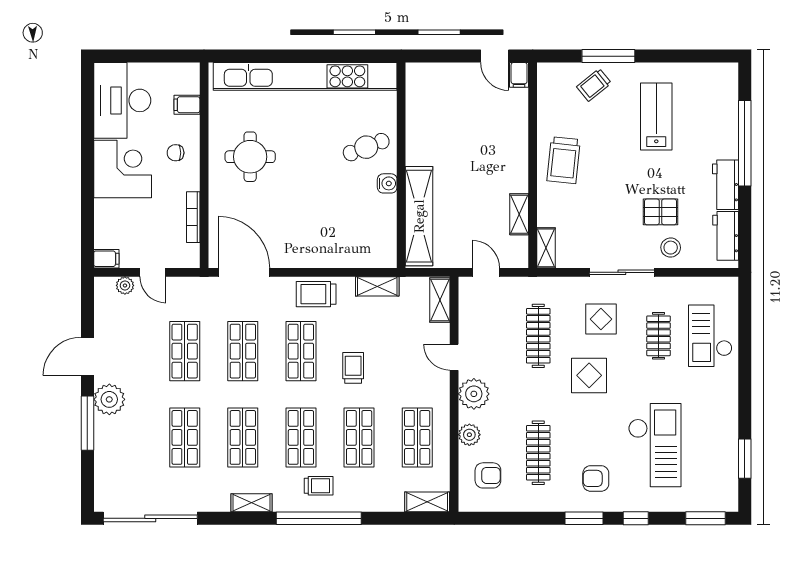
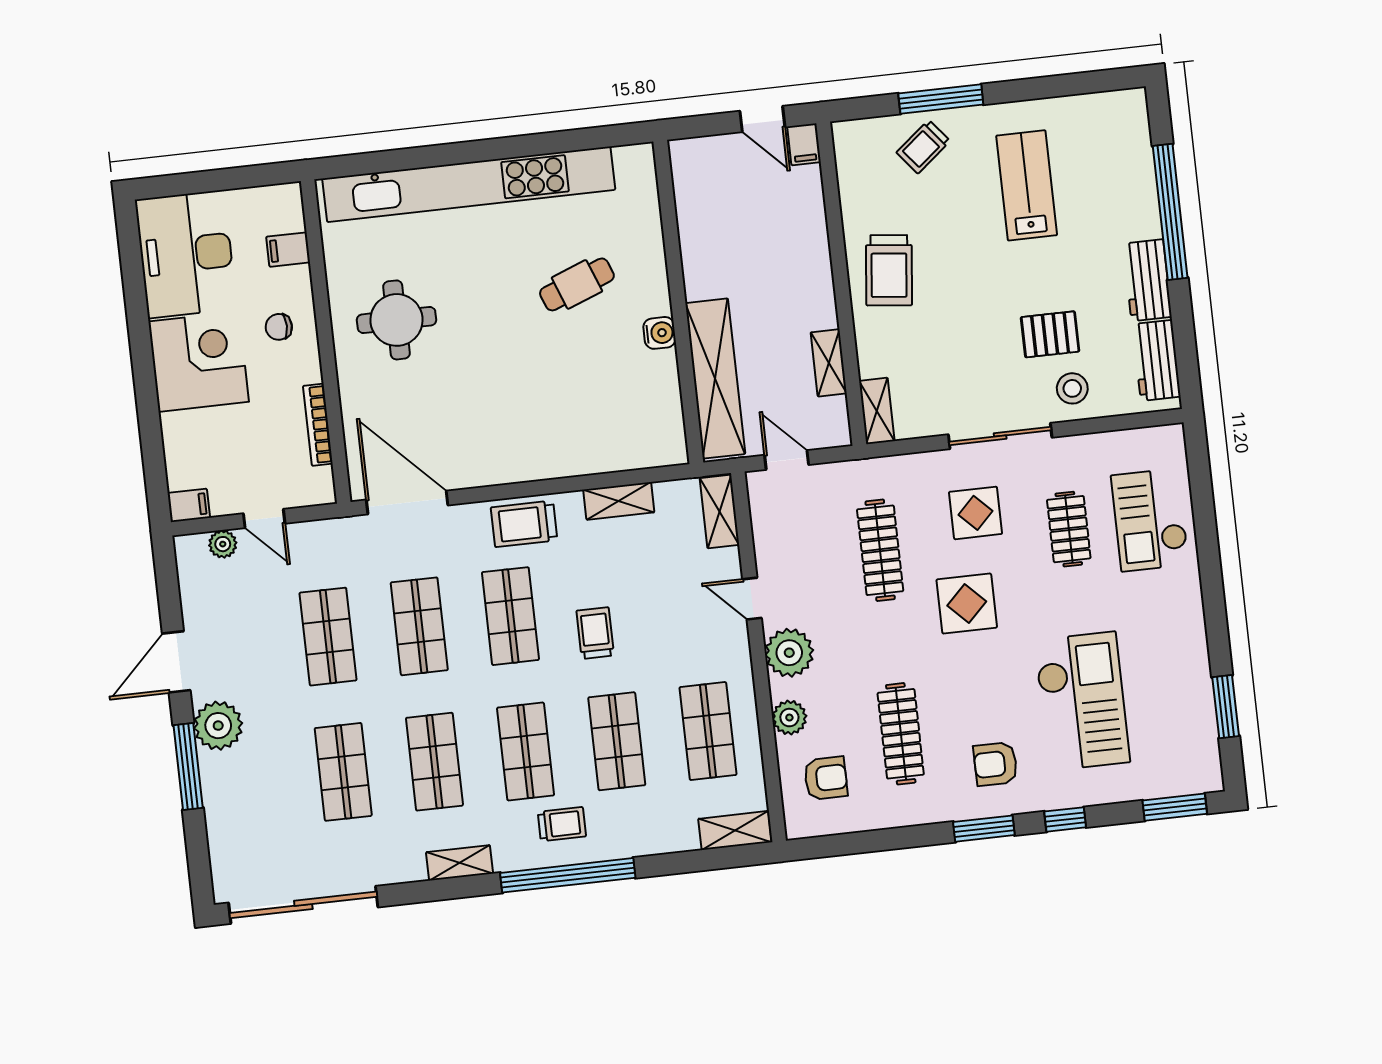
wall: (401, 165) -> (678, 302), moved
water cooler: (387, 183) -> (660, 333), moved
shelving: (419, 216) -> (715, 379), moved

